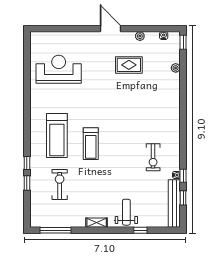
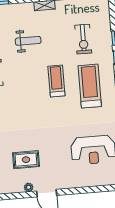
plant: (140, 36) -> (29, 187), moved
weight bench: (126, 212) -> (28, 41), moved, turned -90

